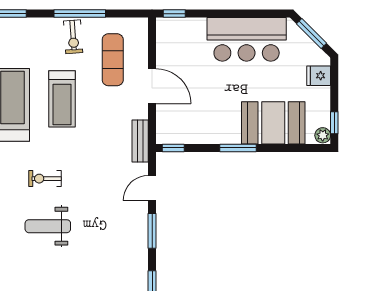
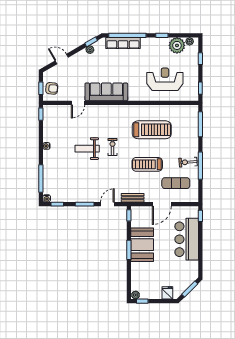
bar counter: (247, 39) -> (187, 239), moved
treadmill: (62, 99) -> (147, 164), moved
booth: (273, 123) -> (142, 245), moved
door: (152, 188) -> (107, 204), hinge flipped
weight bench: (48, 226) -> (87, 149), turned -90

